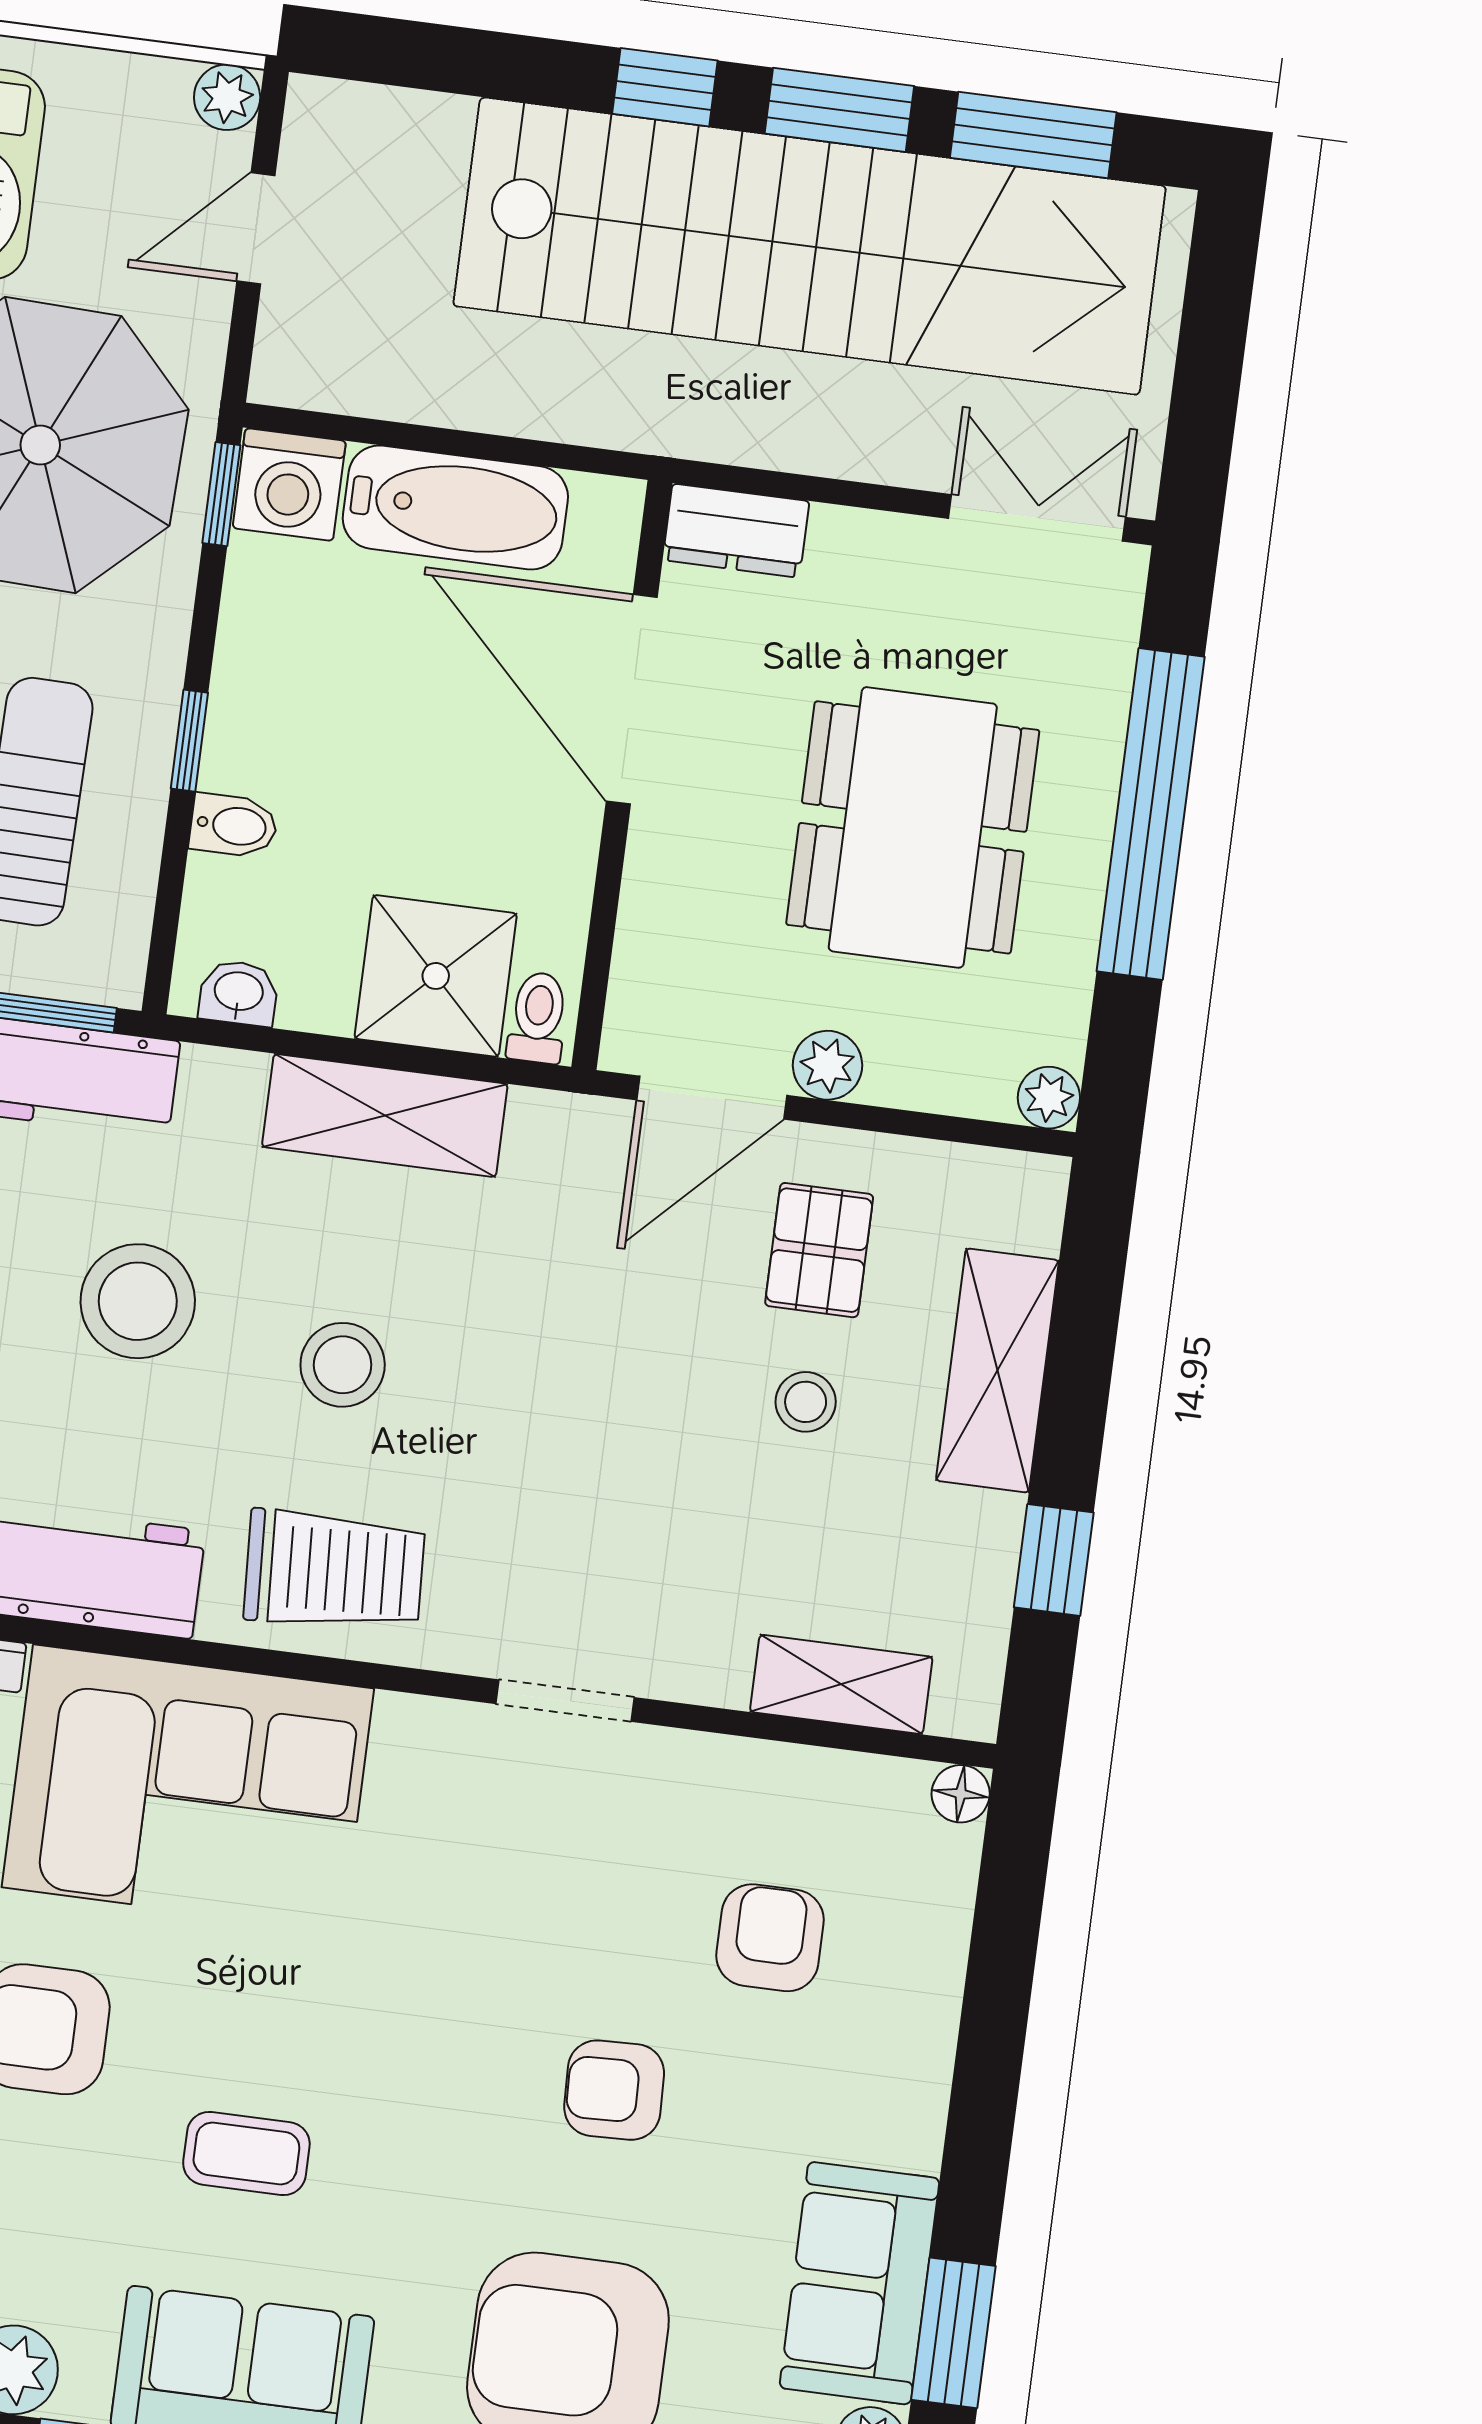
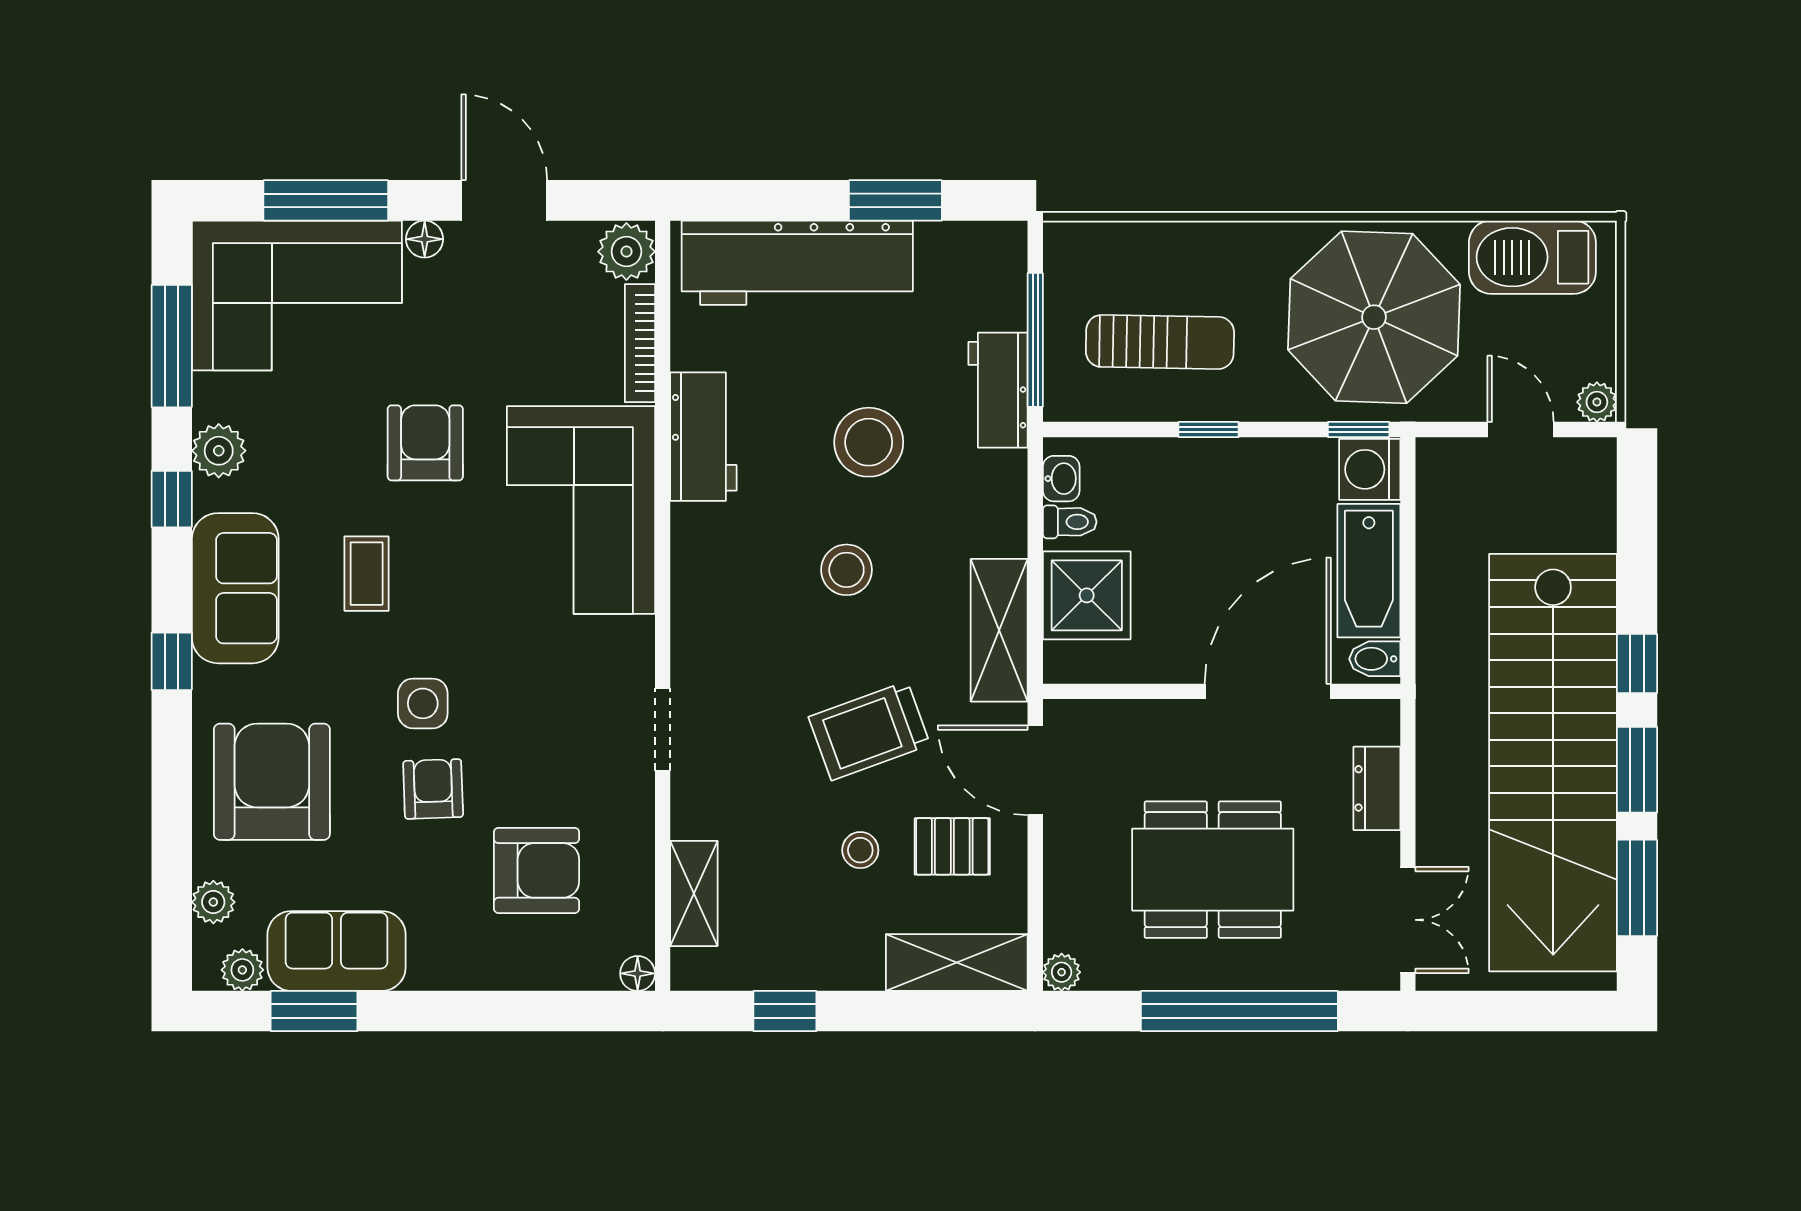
dresser: (736, 531) -> (1377, 788), moved
bidet: (234, 826) -> (1375, 659), moved, turned 90
toilet: (538, 1018) -> (1070, 522), moved
plant: (827, 1065) -> (1064, 837), removed
shelving: (385, 1115) -> (999, 630), moved
shelving: (997, 1370) -> (957, 963), moved
trolley: (334, 1570) -> (869, 731), moved, turned 73
armchair: (770, 1938) -> (537, 870), width x1.38, depth x1.38
side table: (472, 2089) -> (423, 703), added

